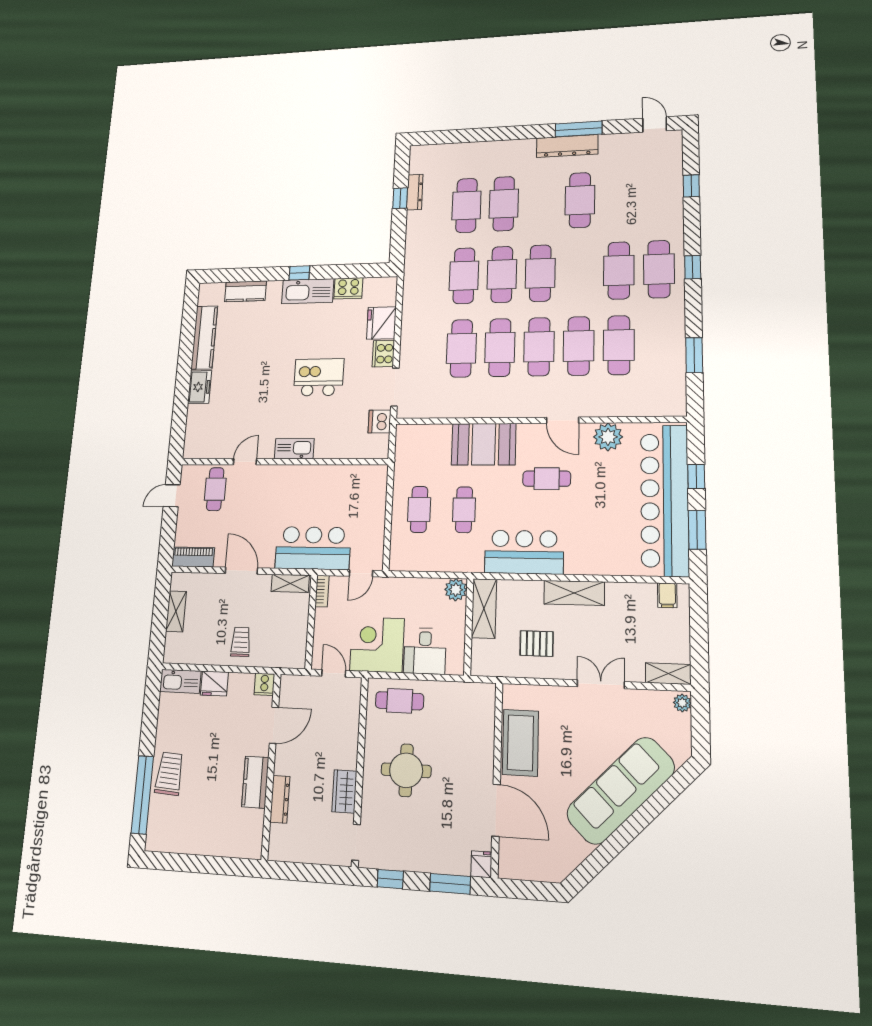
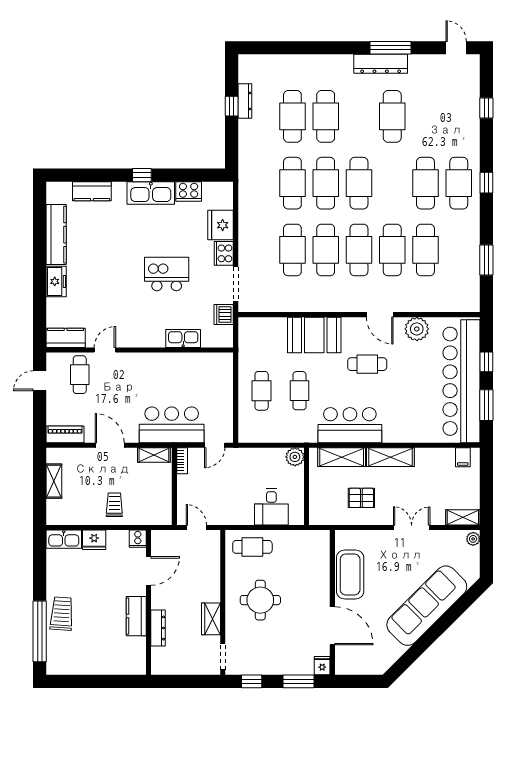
kitchen counter: (204, 448) -> (66, 338), added
kitchen sink: (294, 449) -> (183, 339), moved
shelving: (484, 608) -> (342, 457), moved, turned 90
corner desk: (377, 645) -> (231, 503), removed

